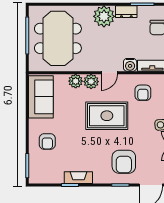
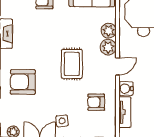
door: (109, 73) -> (117, 66), swing flipped
rug: (107, 116) -> (72, 64), width x0.73, depth x0.70

